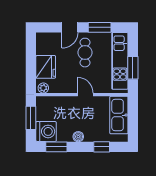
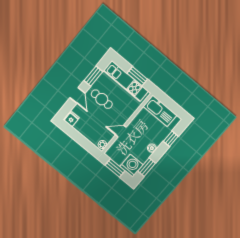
fridge: (46, 67) -> (72, 119), moved, width x0.53, depth x0.75
door: (85, 95) -> (121, 131), moved

